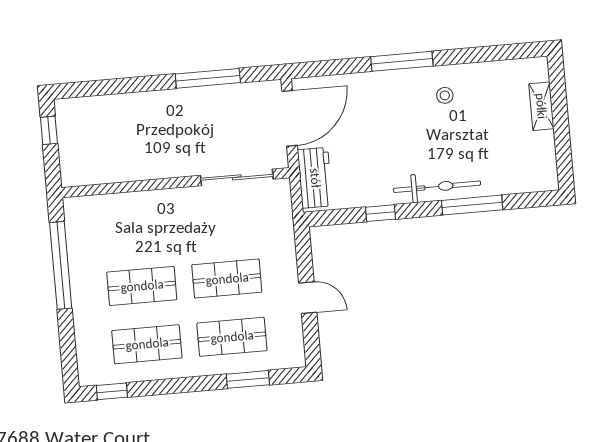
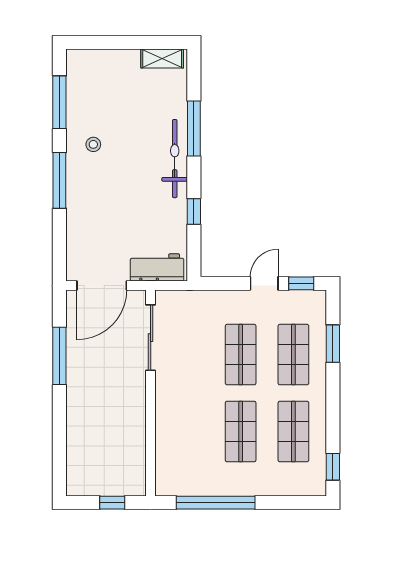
window: (488, 54) -> (59, 102), added
shelving: (541, 106) -> (162, 59), moved
door: (290, 118) -> (102, 286), swing flipped
window: (49, 130) -> (112, 503), moved
window: (311, 339) -> (301, 283), added

